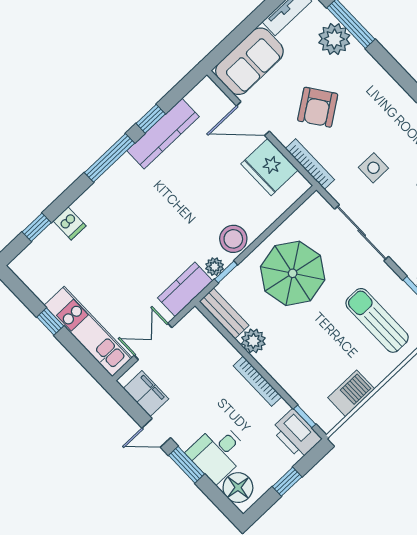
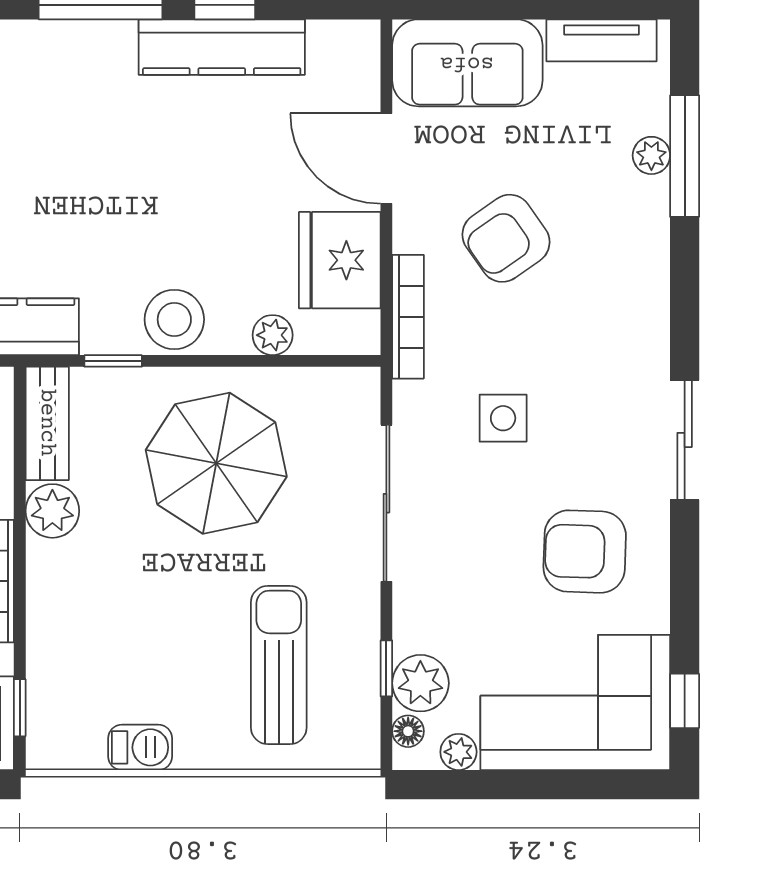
plant: (334, 39) -> (651, 155), width x0.53, depth x0.53
plant: (215, 267) -> (273, 335), moved
barbecue: (351, 393) -> (140, 747), width x0.73, depth x0.79

